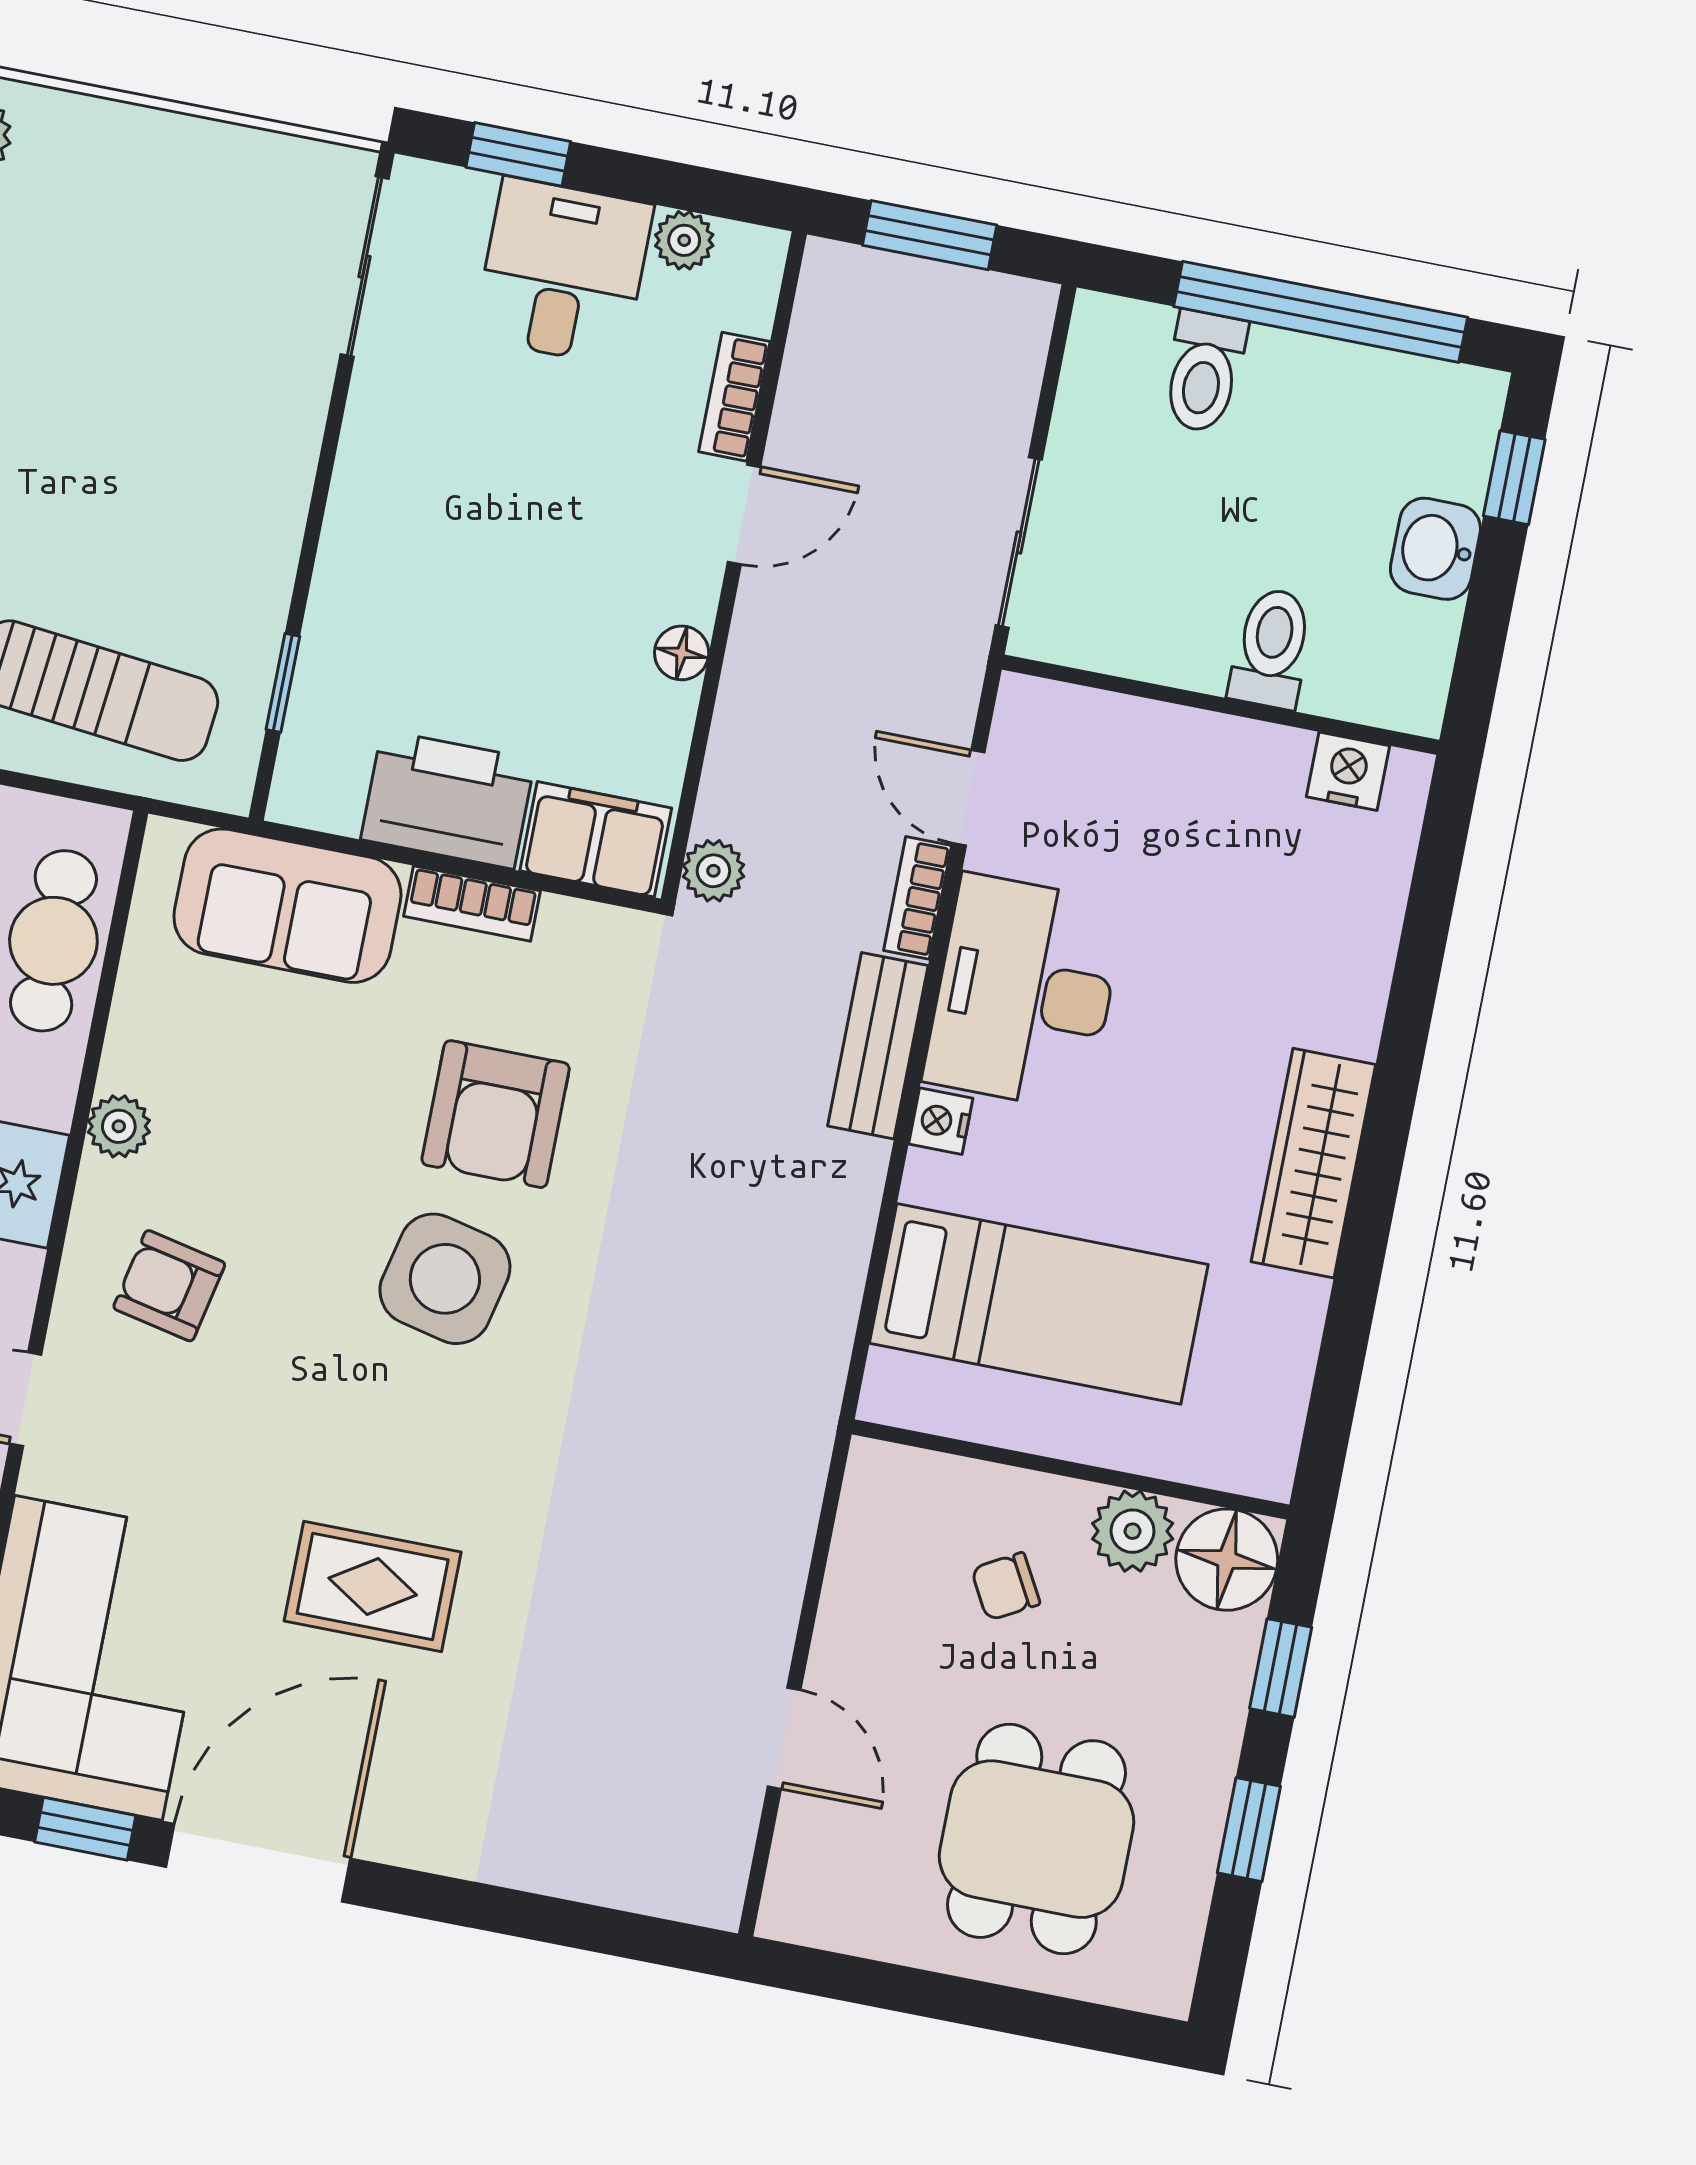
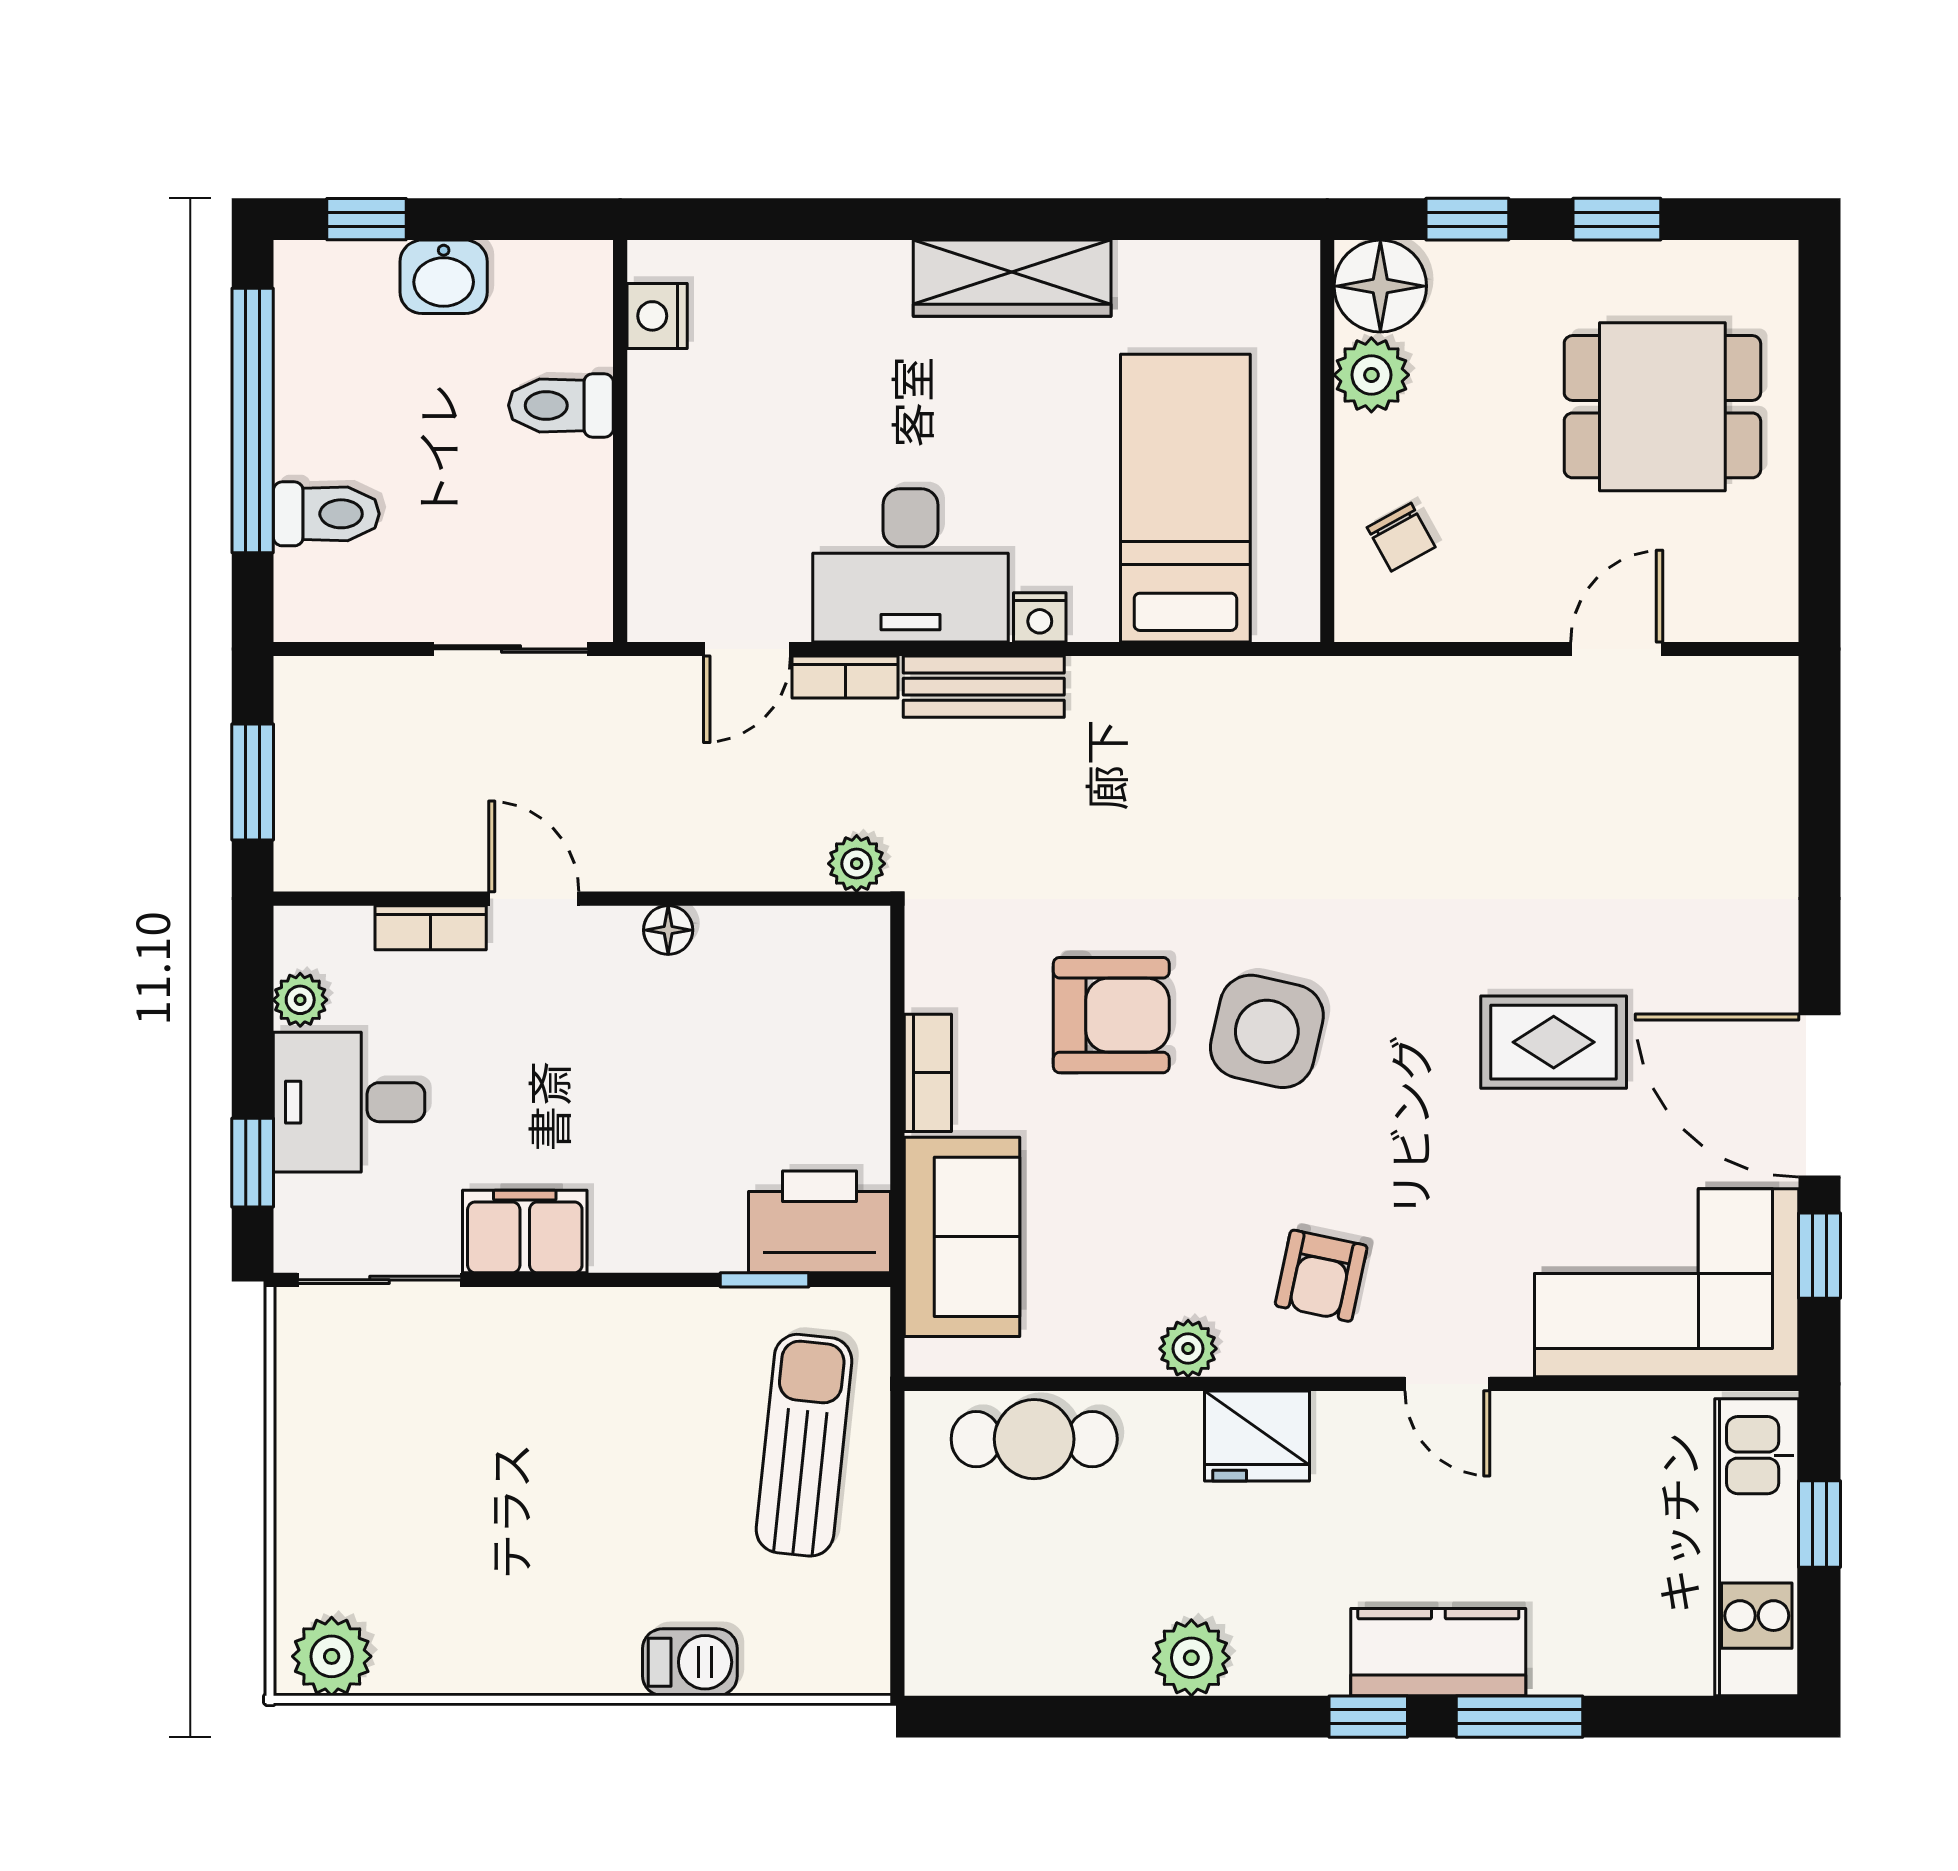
printer: (448, 800) -> (820, 1222), moved, turned 90
filing cabinet: (596, 839) -> (525, 1232), moved, turned 90
chair: (1006, 1586) -> (1401, 537), moved
rug: (373, 1587) -> (1554, 1042), turned 90

